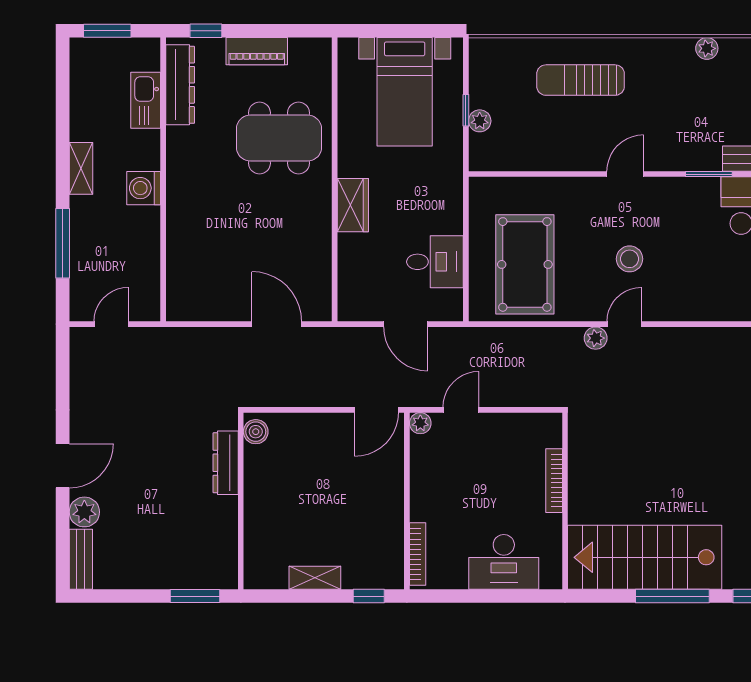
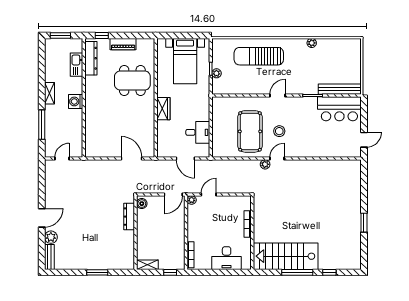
sun lounger: (581, 80) -> (259, 56), width x1.36, depth x1.34
pool table: (525, 264) -> (250, 131), moved
boiler: (256, 432) -> (142, 204), moved
dresser: (226, 463) -> (129, 217), moved
wall: (241, 501) -> (135, 233), moved

